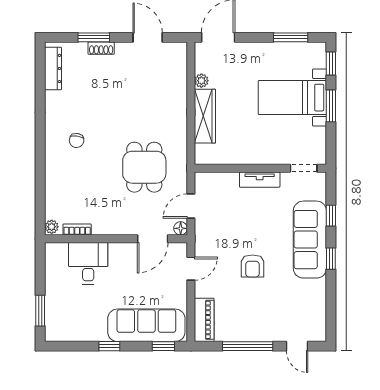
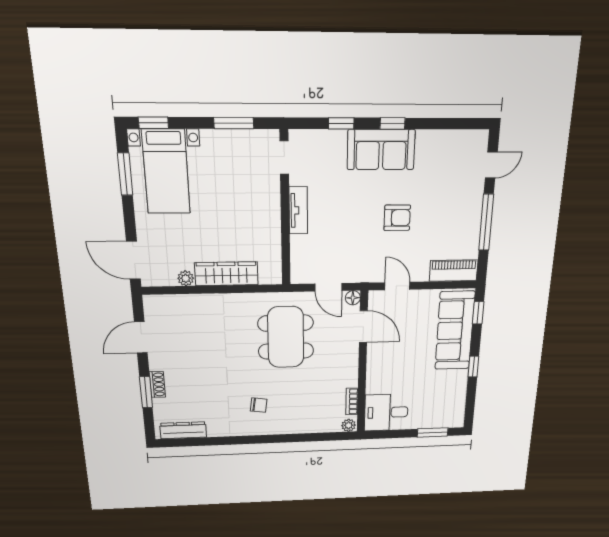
bed with nightstands: (292, 98) -> (166, 172), moved
window: (331, 106) -> (234, 123), moved
dining table: (144, 167) -> (286, 337), width x1.38
sofa: (310, 240) -> (381, 150), width x0.73
desk: (88, 263) -> (386, 412), moved

